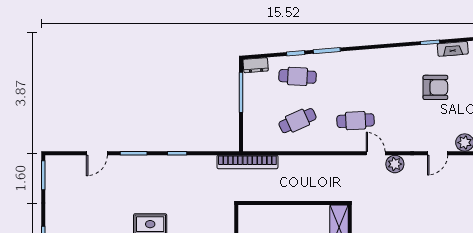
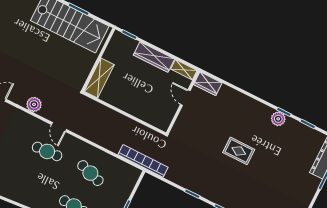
cafe table: (298, 121) -> (90, 173), turned 42
door: (376, 153) -> (59, 127), moved

